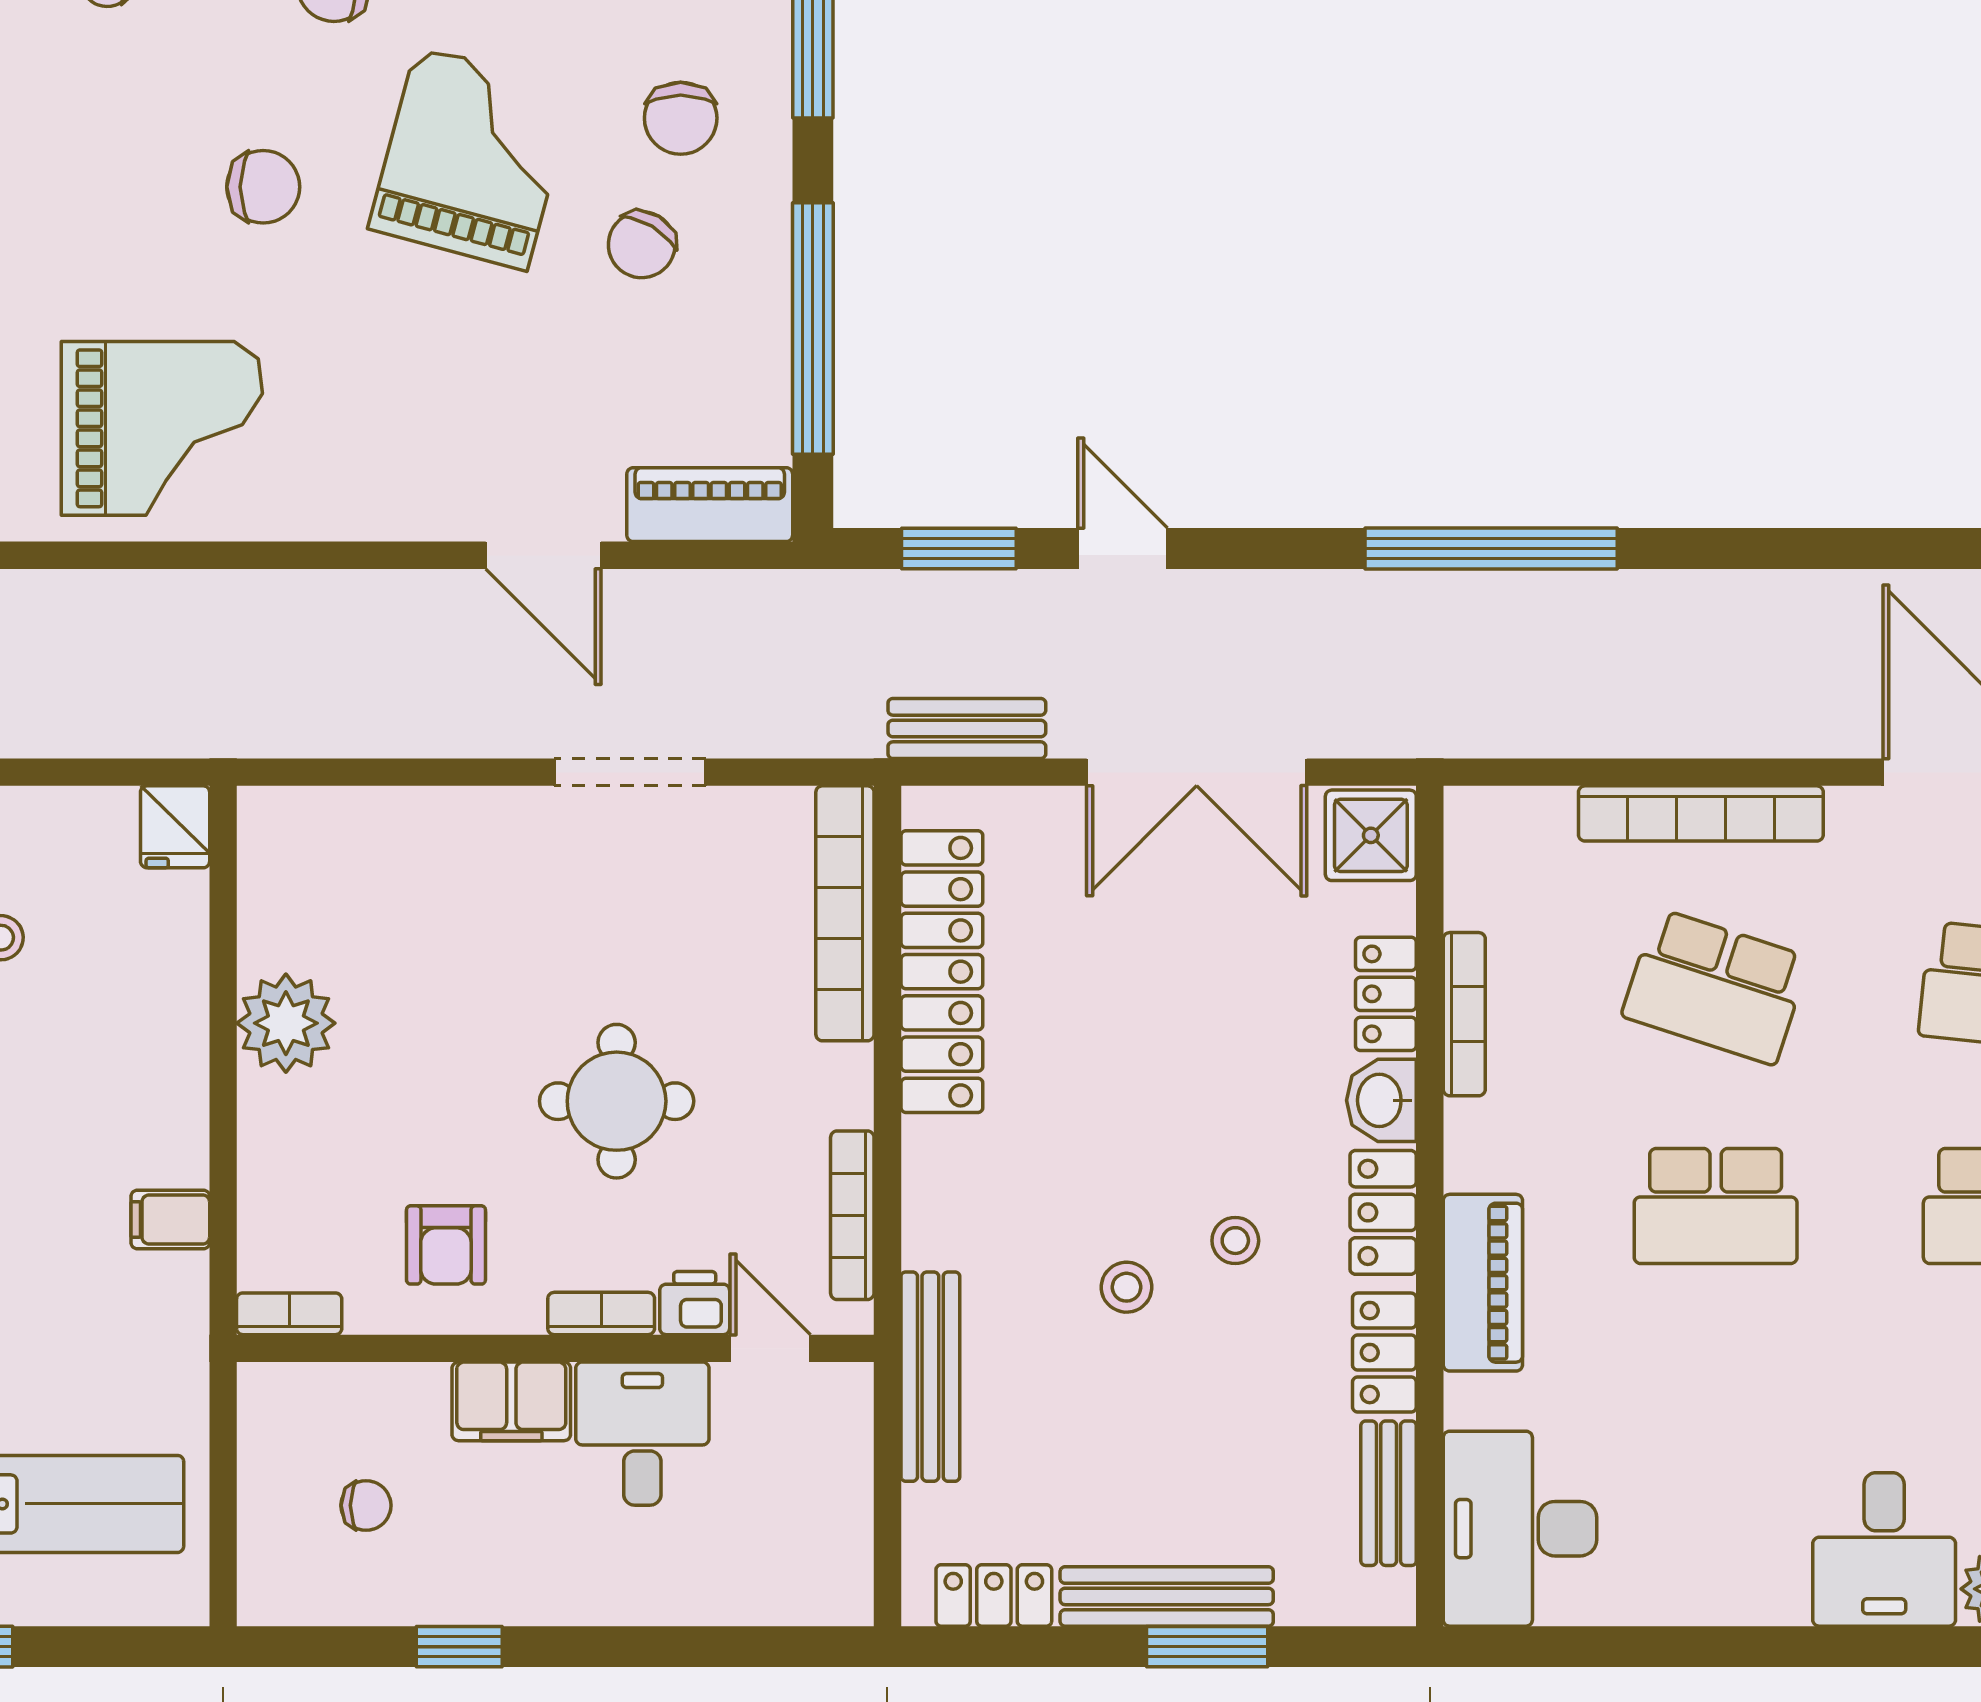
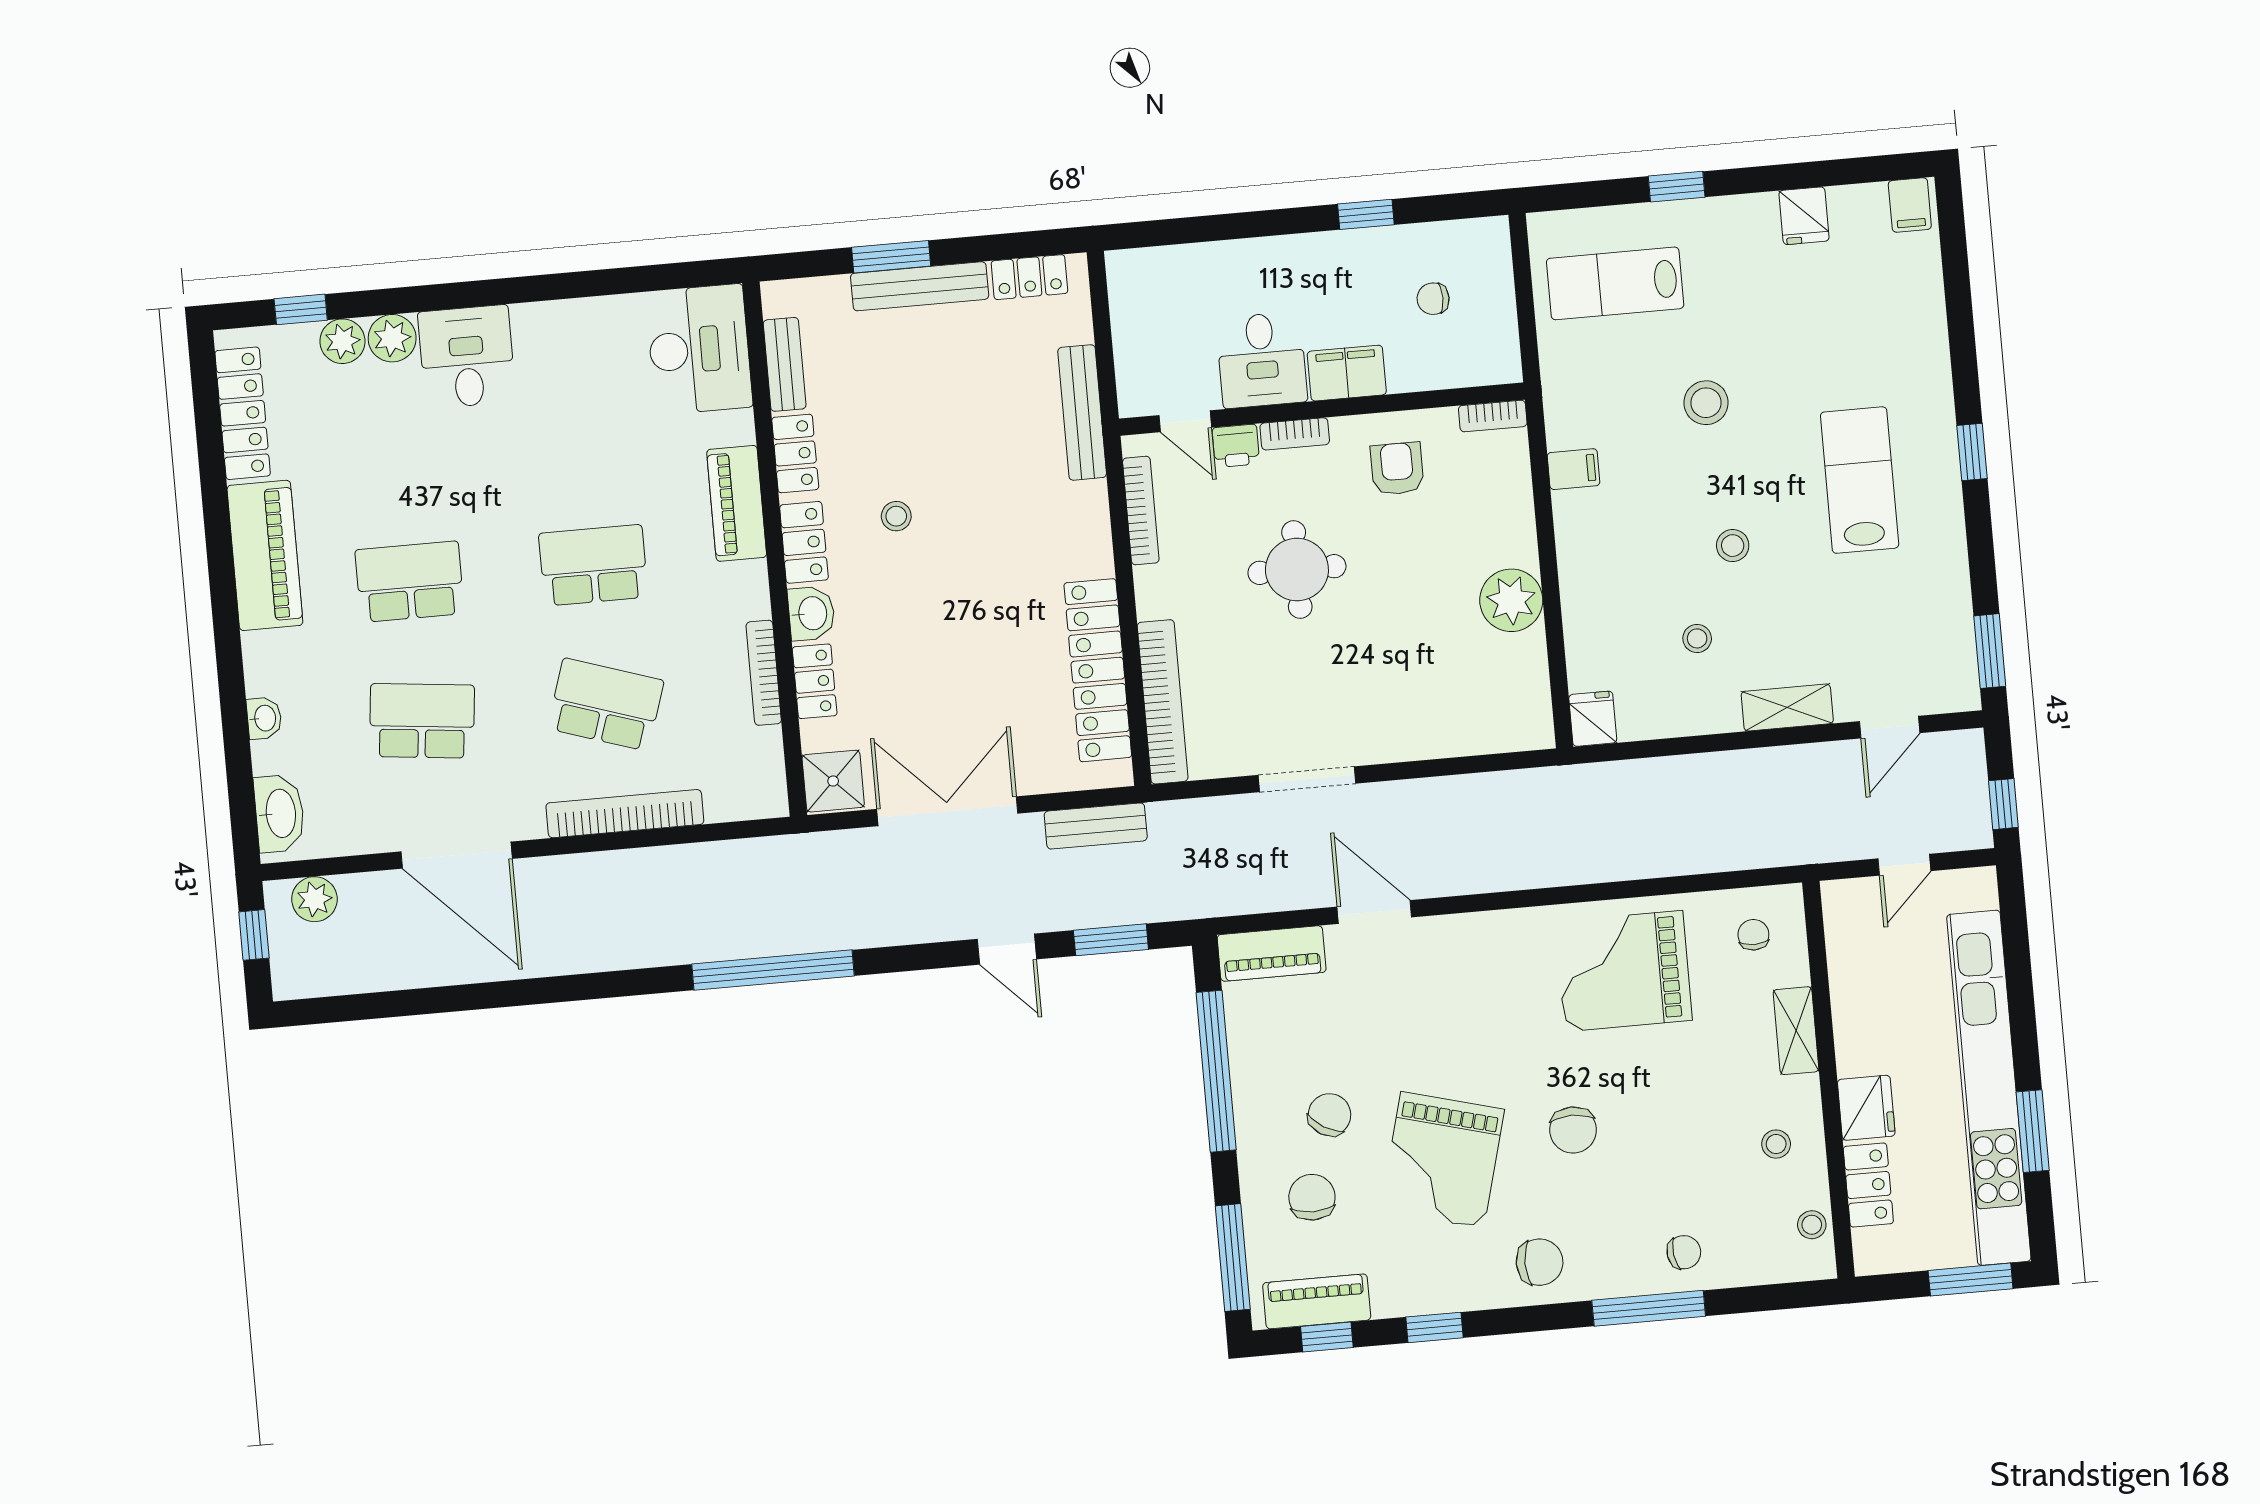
chair: (263, 187) -> (1573, 1130), turned -90
stool: (1126, 1287) -> (963, 480), removed

